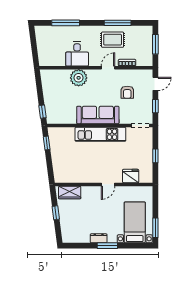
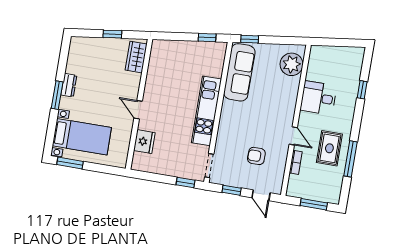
window: (66, 23) -> (362, 90), width x0.46
plant: (79, 78) -> (292, 64), moved
sofa: (98, 115) -> (239, 72), moved
window: (155, 156) -> (186, 183), moved

